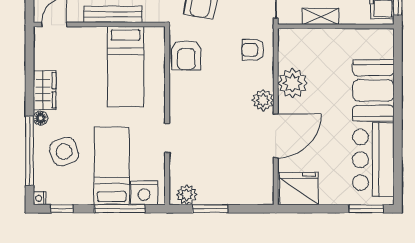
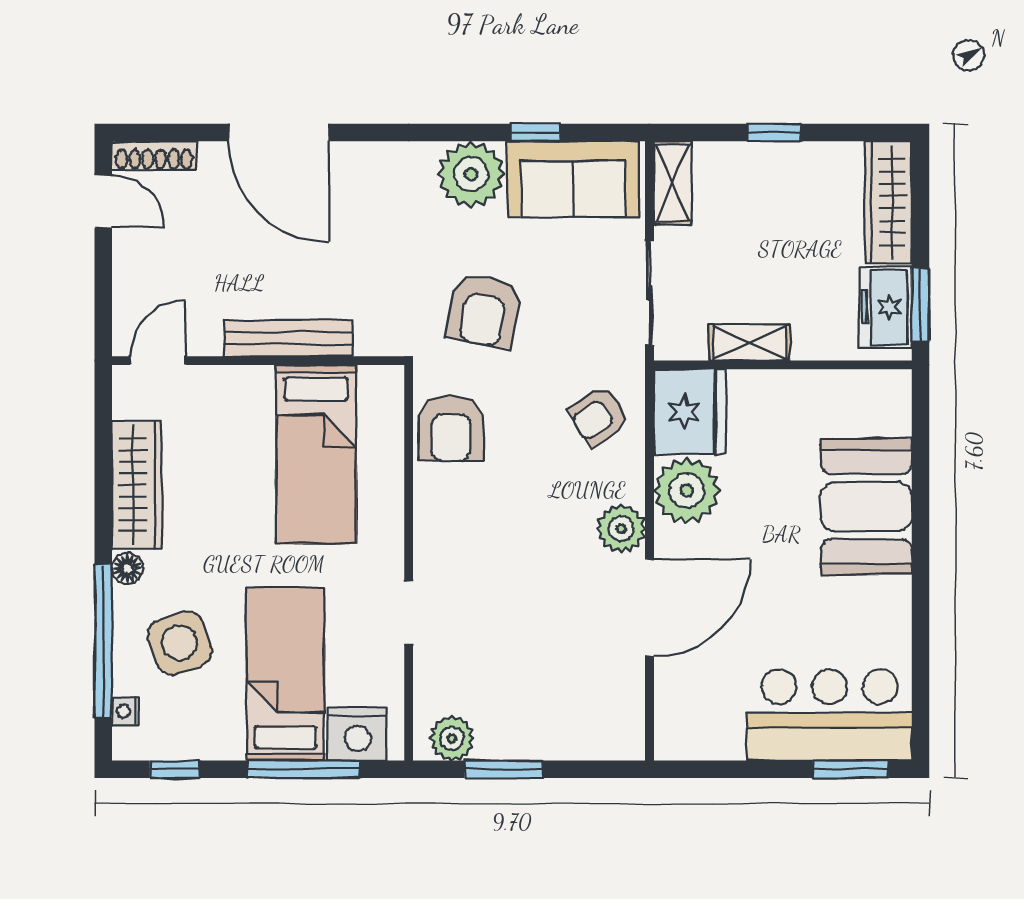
armchair: (253, 50) -> (599, 416), turned -33
wardrobe: (45, 90) -> (137, 485), width x1.50
bar counter: (373, 160) -> (830, 715), moved, turned 90
fridge: (299, 189) -> (690, 412), moved, turned 90
nightstand: (40, 198) -> (125, 711), moved

